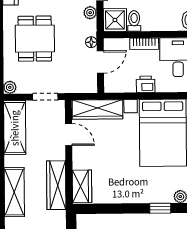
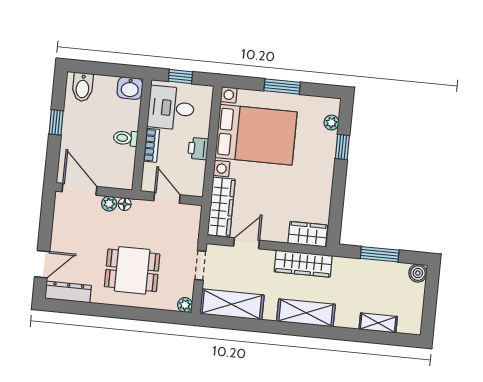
shower: (115, 20) -> (121, 176), removed
toilet: (134, 21) -> (126, 138), moved
floor lamp: (91, 42) -> (125, 204), moved

